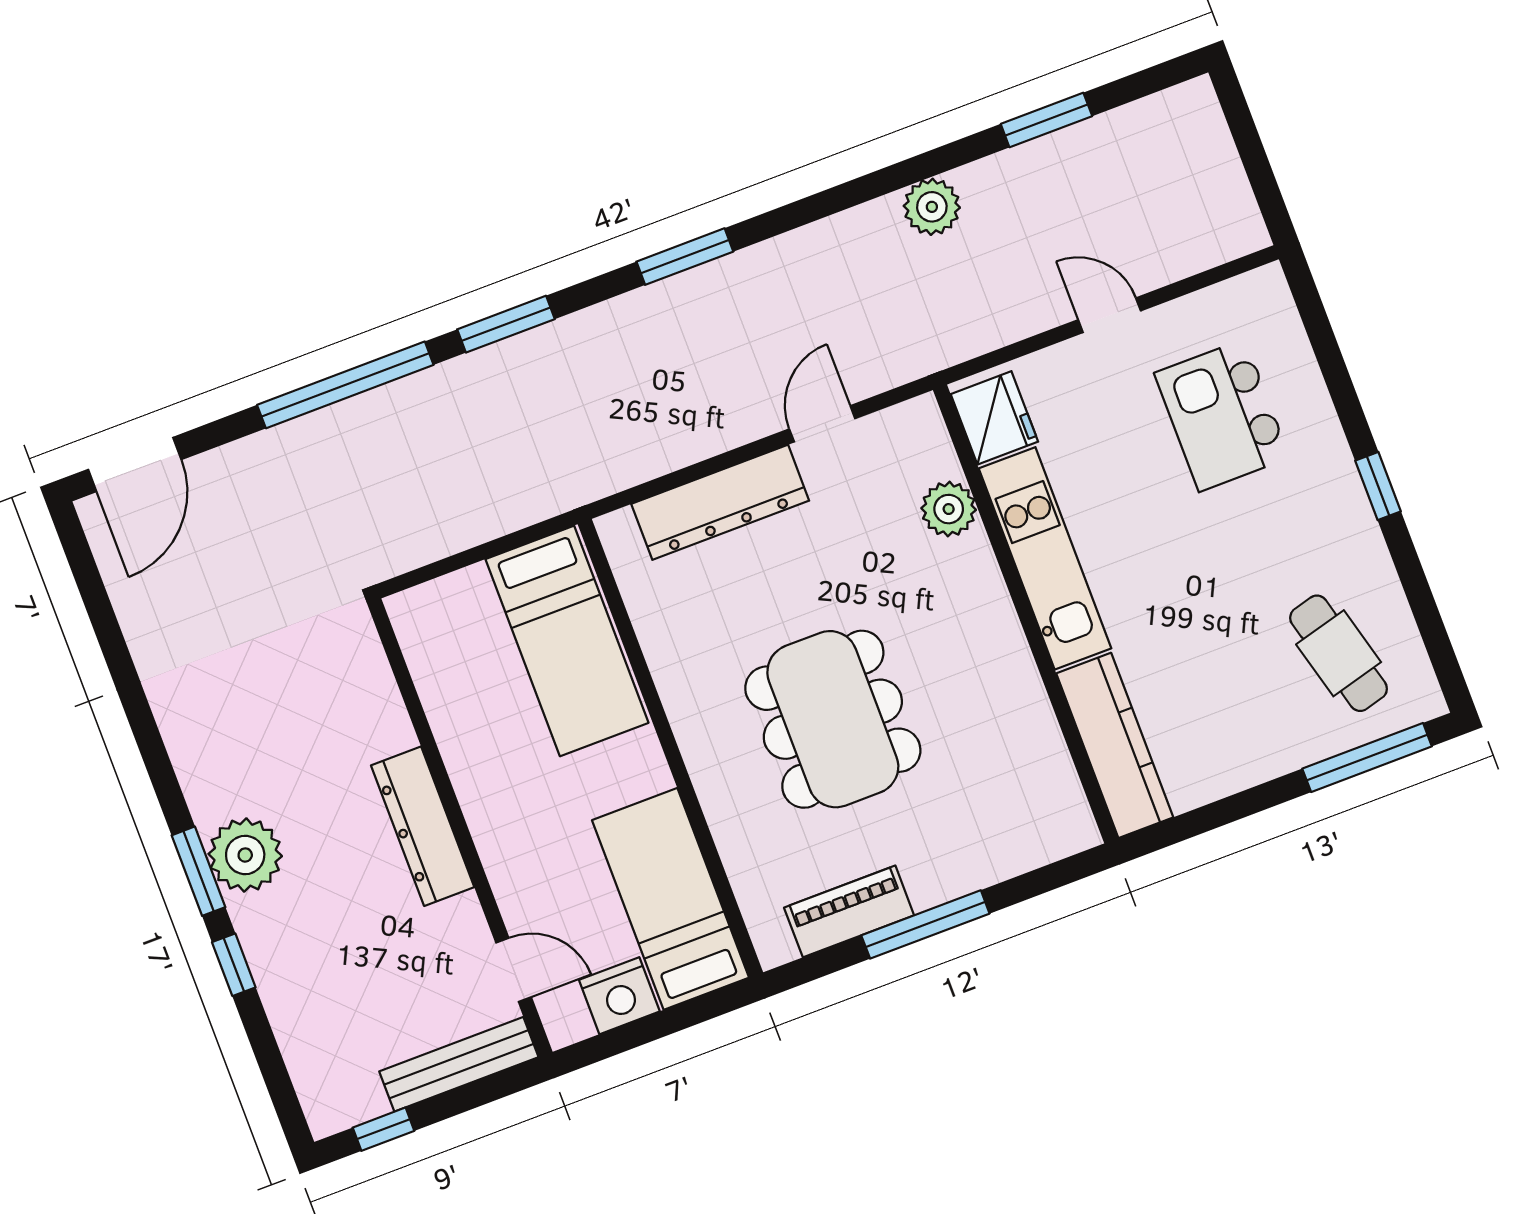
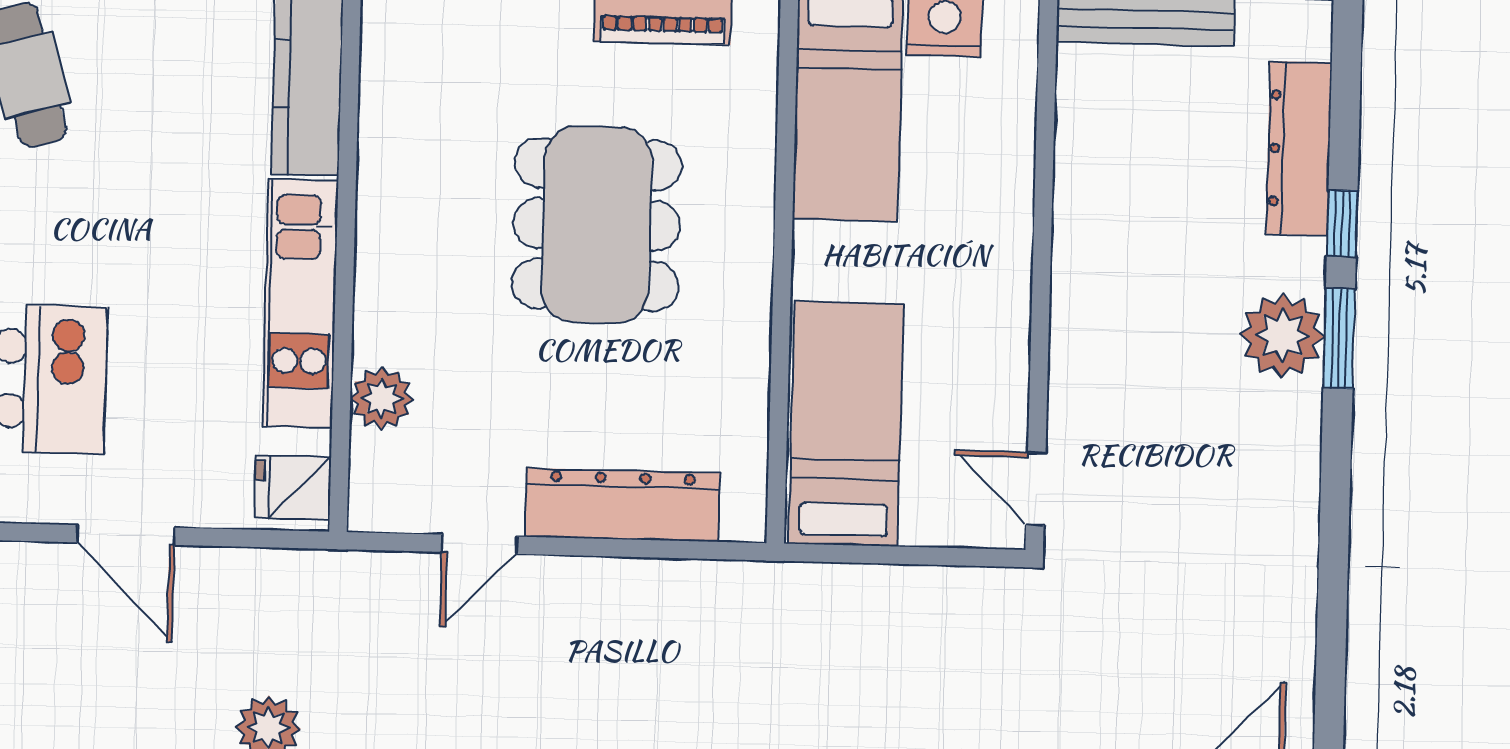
door: (1109, 315) -> (126, 535), width x1.38
fridge: (994, 418) -> (293, 488), width x0.72
dresser: (423, 826) -> (1299, 148), moved, turned 180
door: (514, 970) -> (1036, 489), moved

